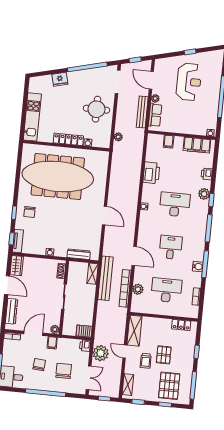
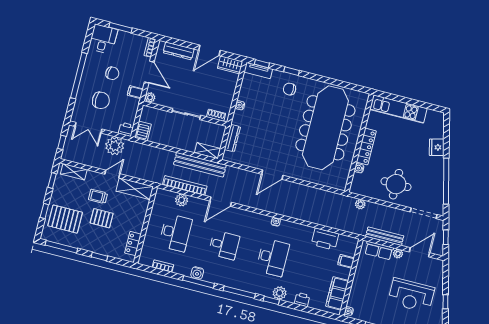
printer: (151, 173) -> (325, 239), moved

